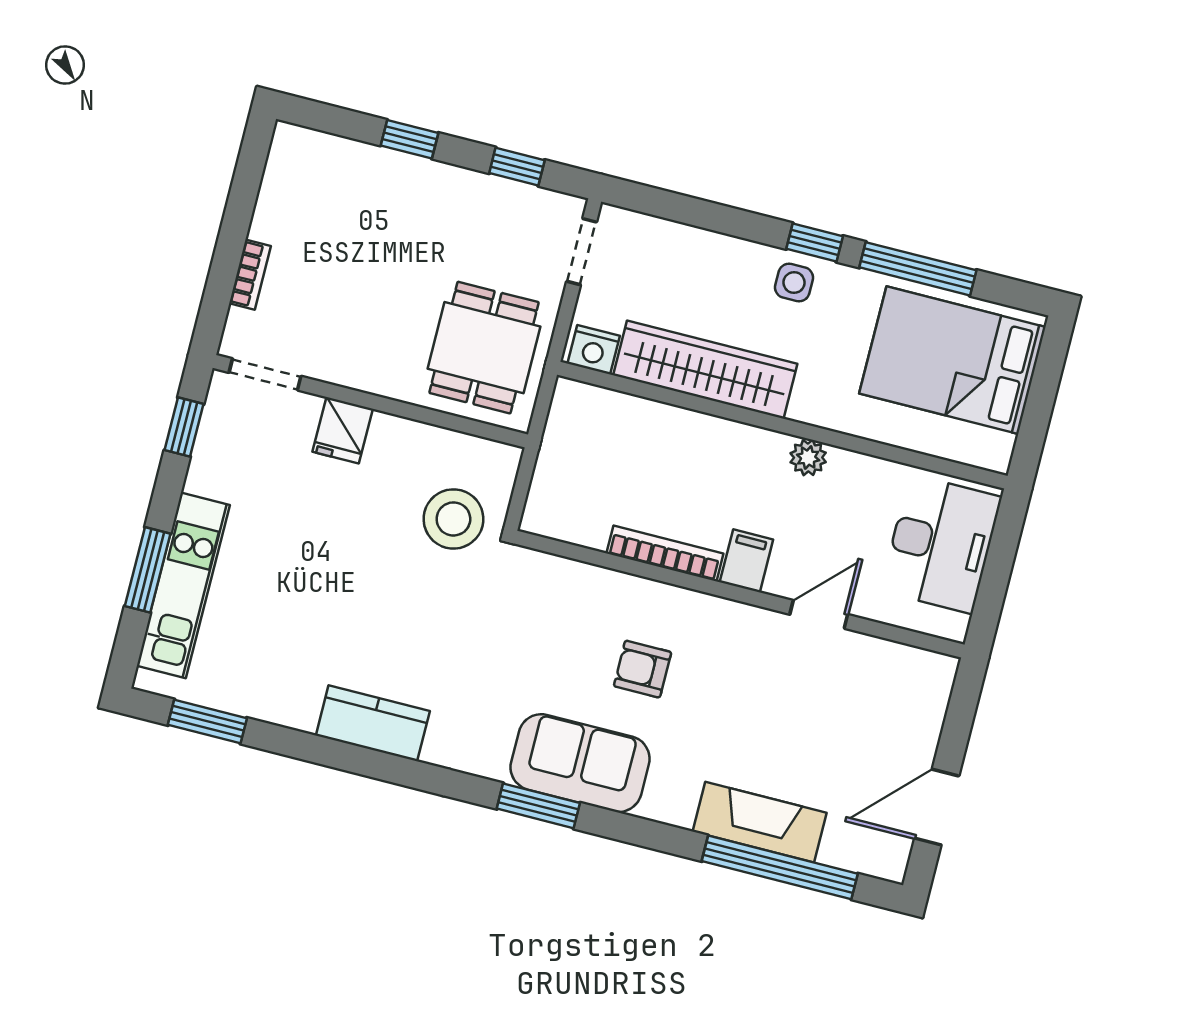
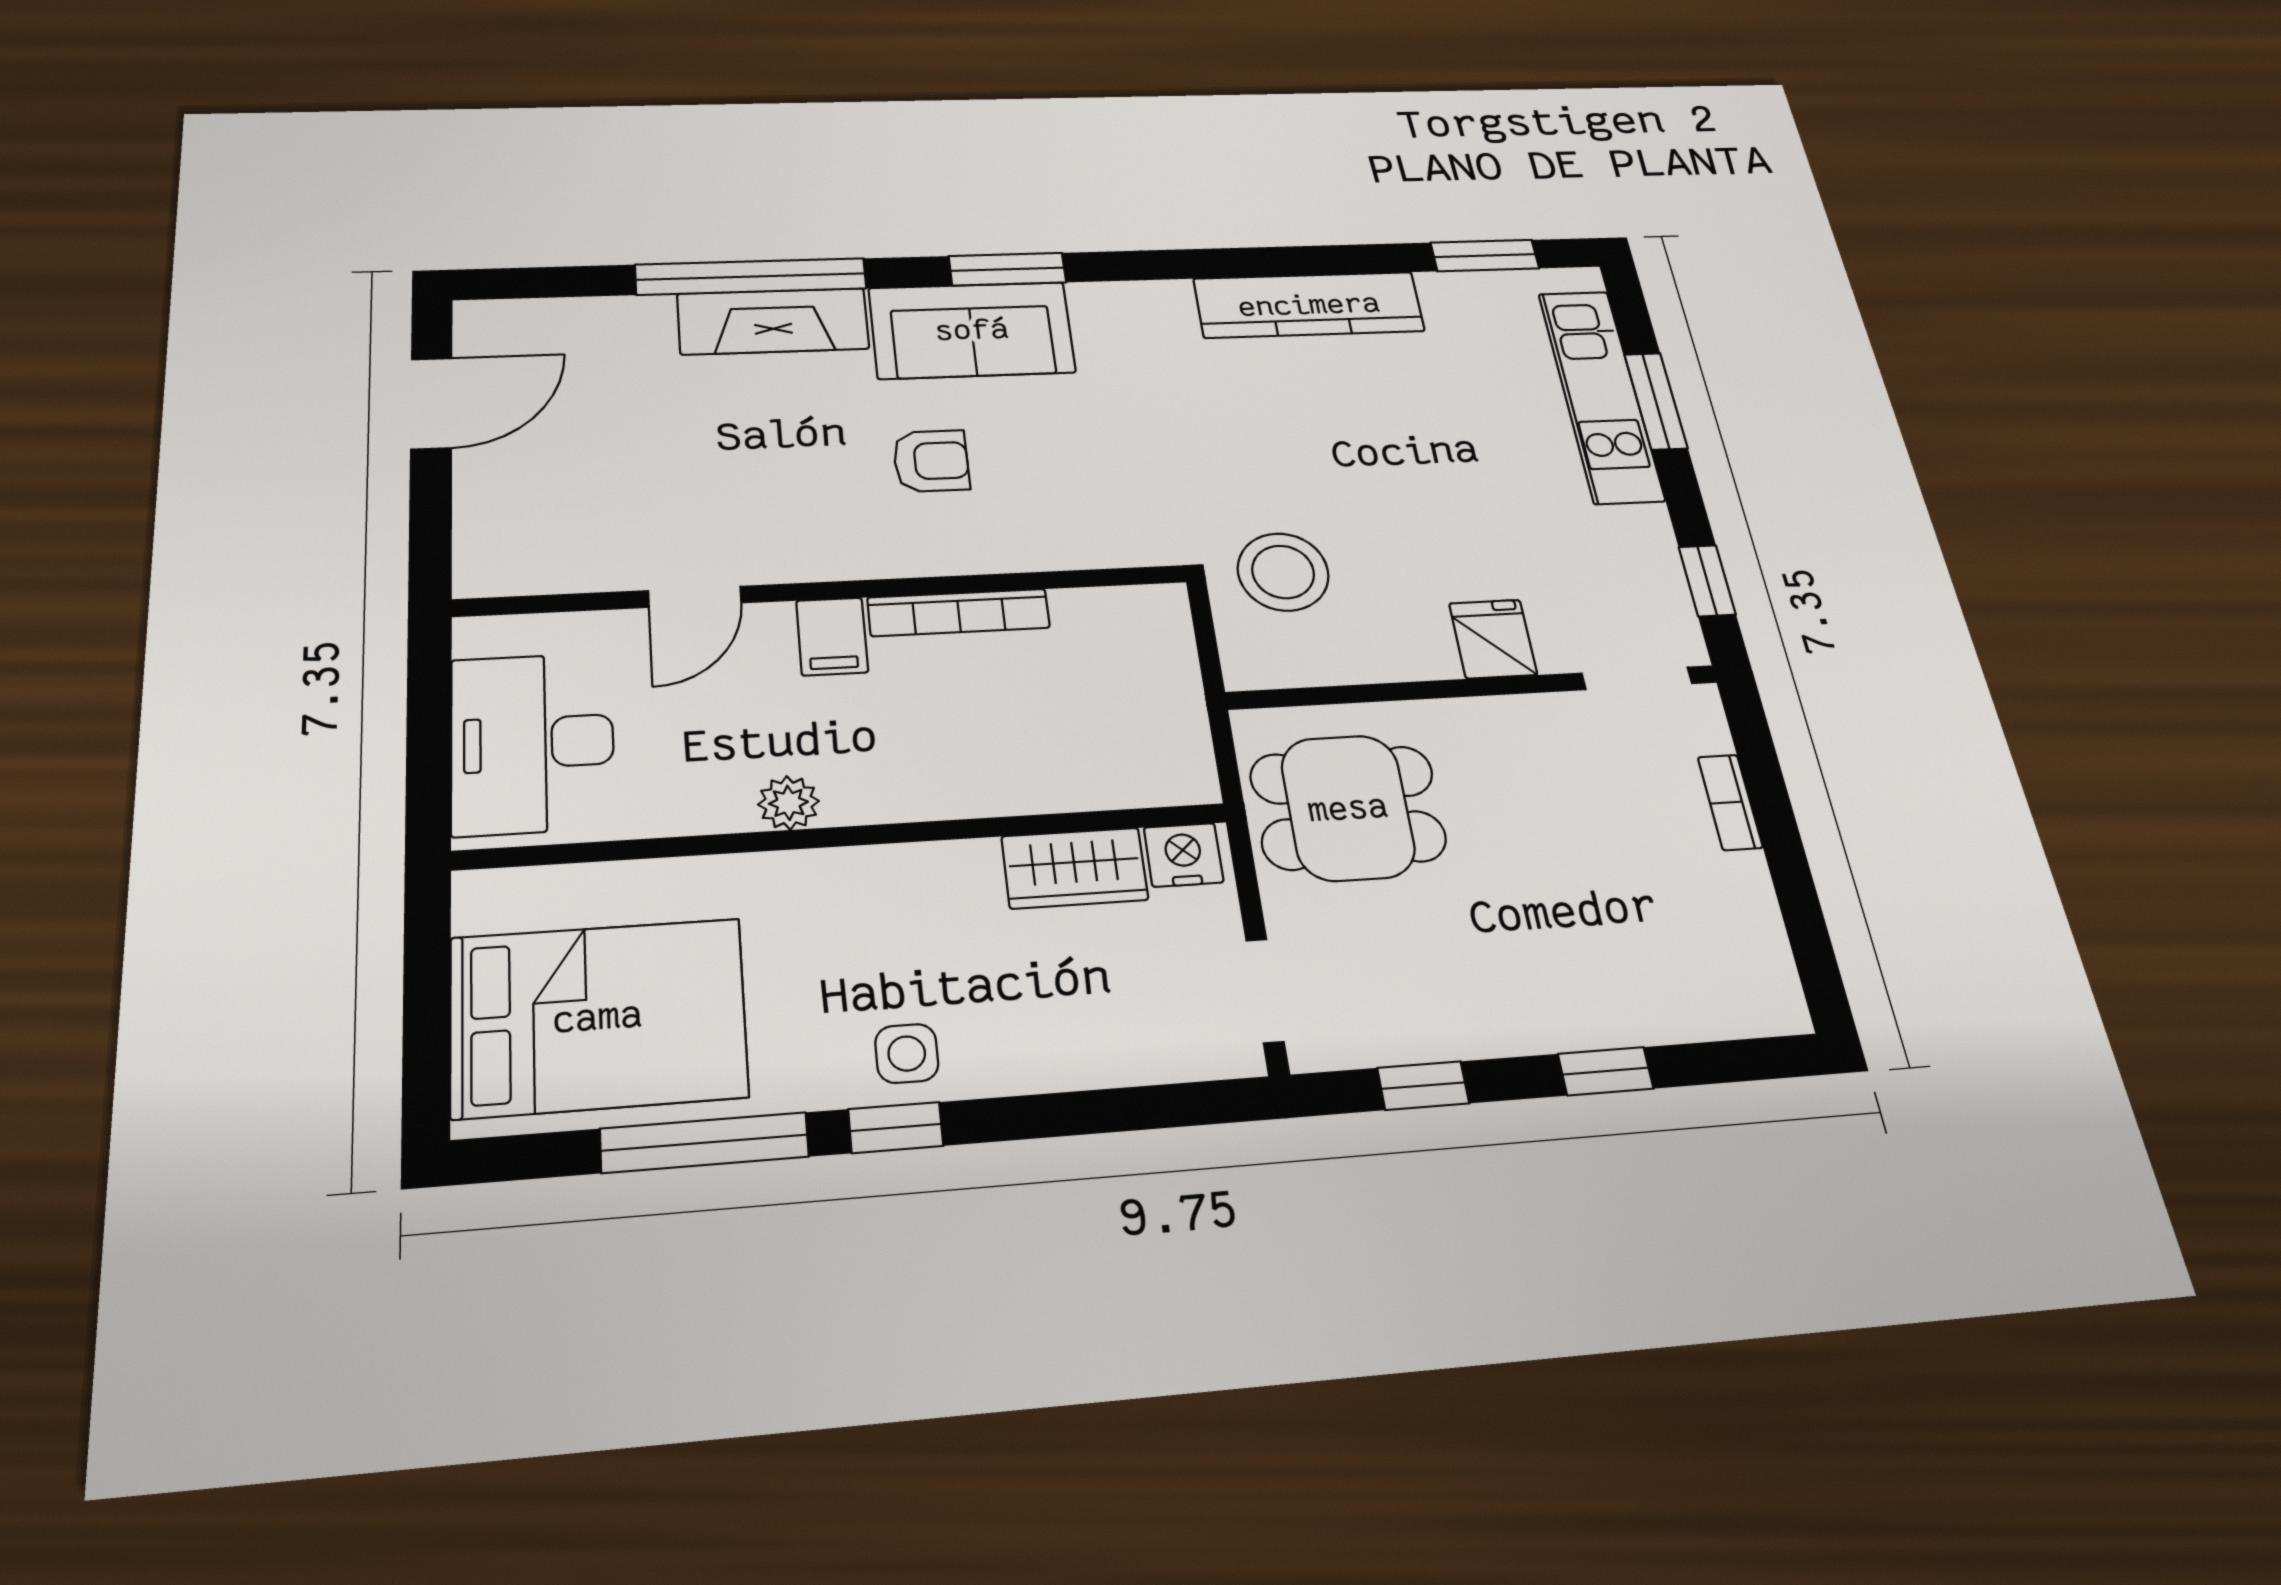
dining table: (484, 348) -> (1348, 808), turned 90
wardrobe: (705, 370) -> (1075, 868), width x0.48, depth x0.85
kitchen counter: (373, 723) -> (1309, 305), width x1.50
fireplace: (760, 822) -> (773, 321), moved
window: (780, 867) -> (751, 277), moved

